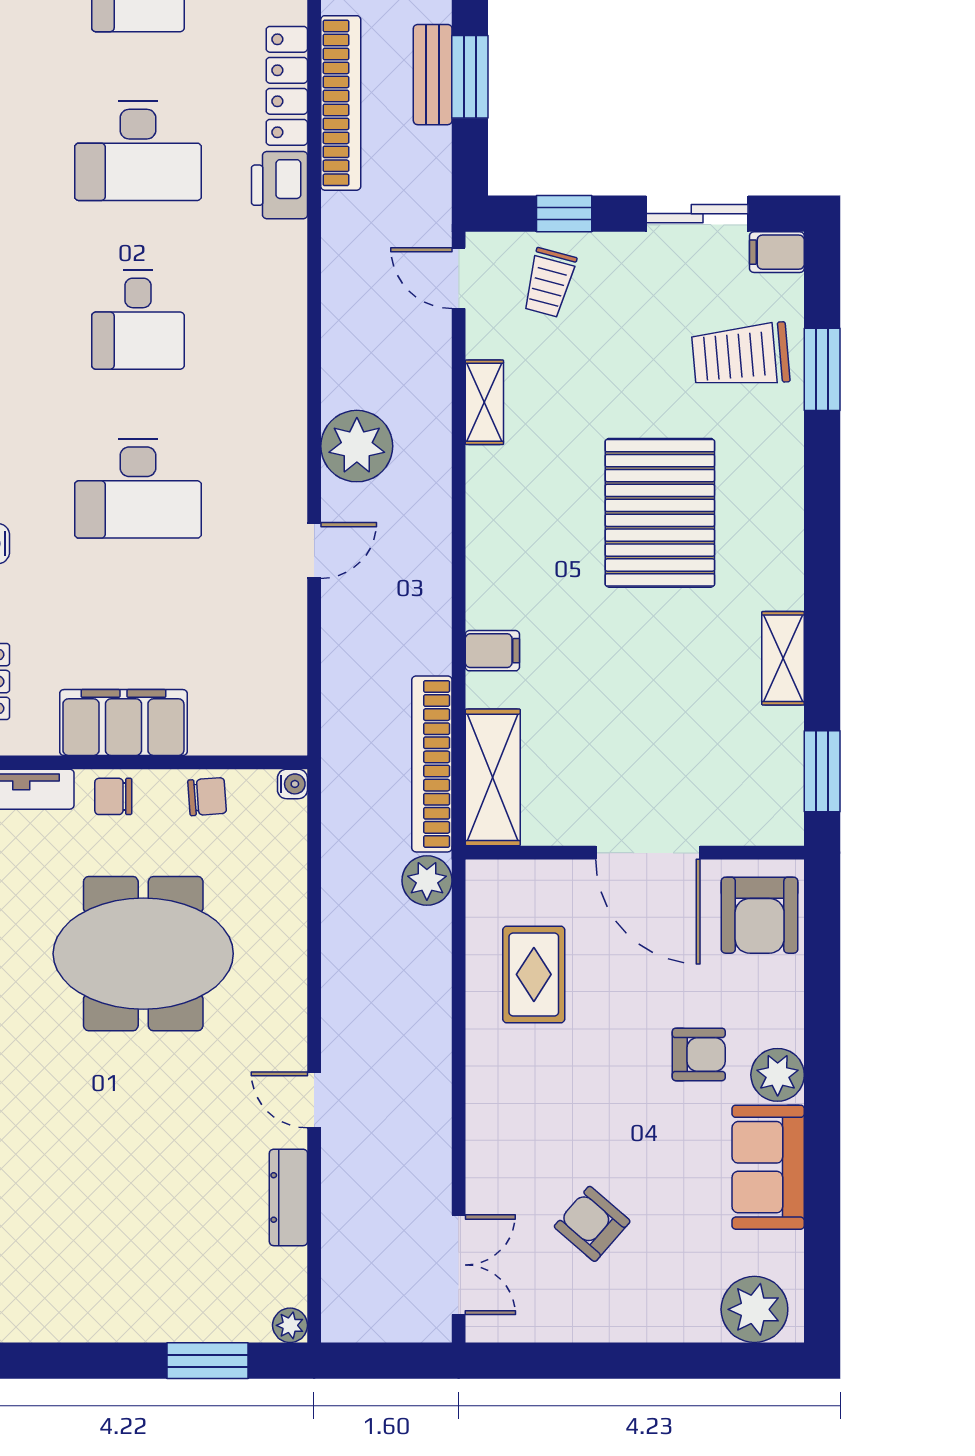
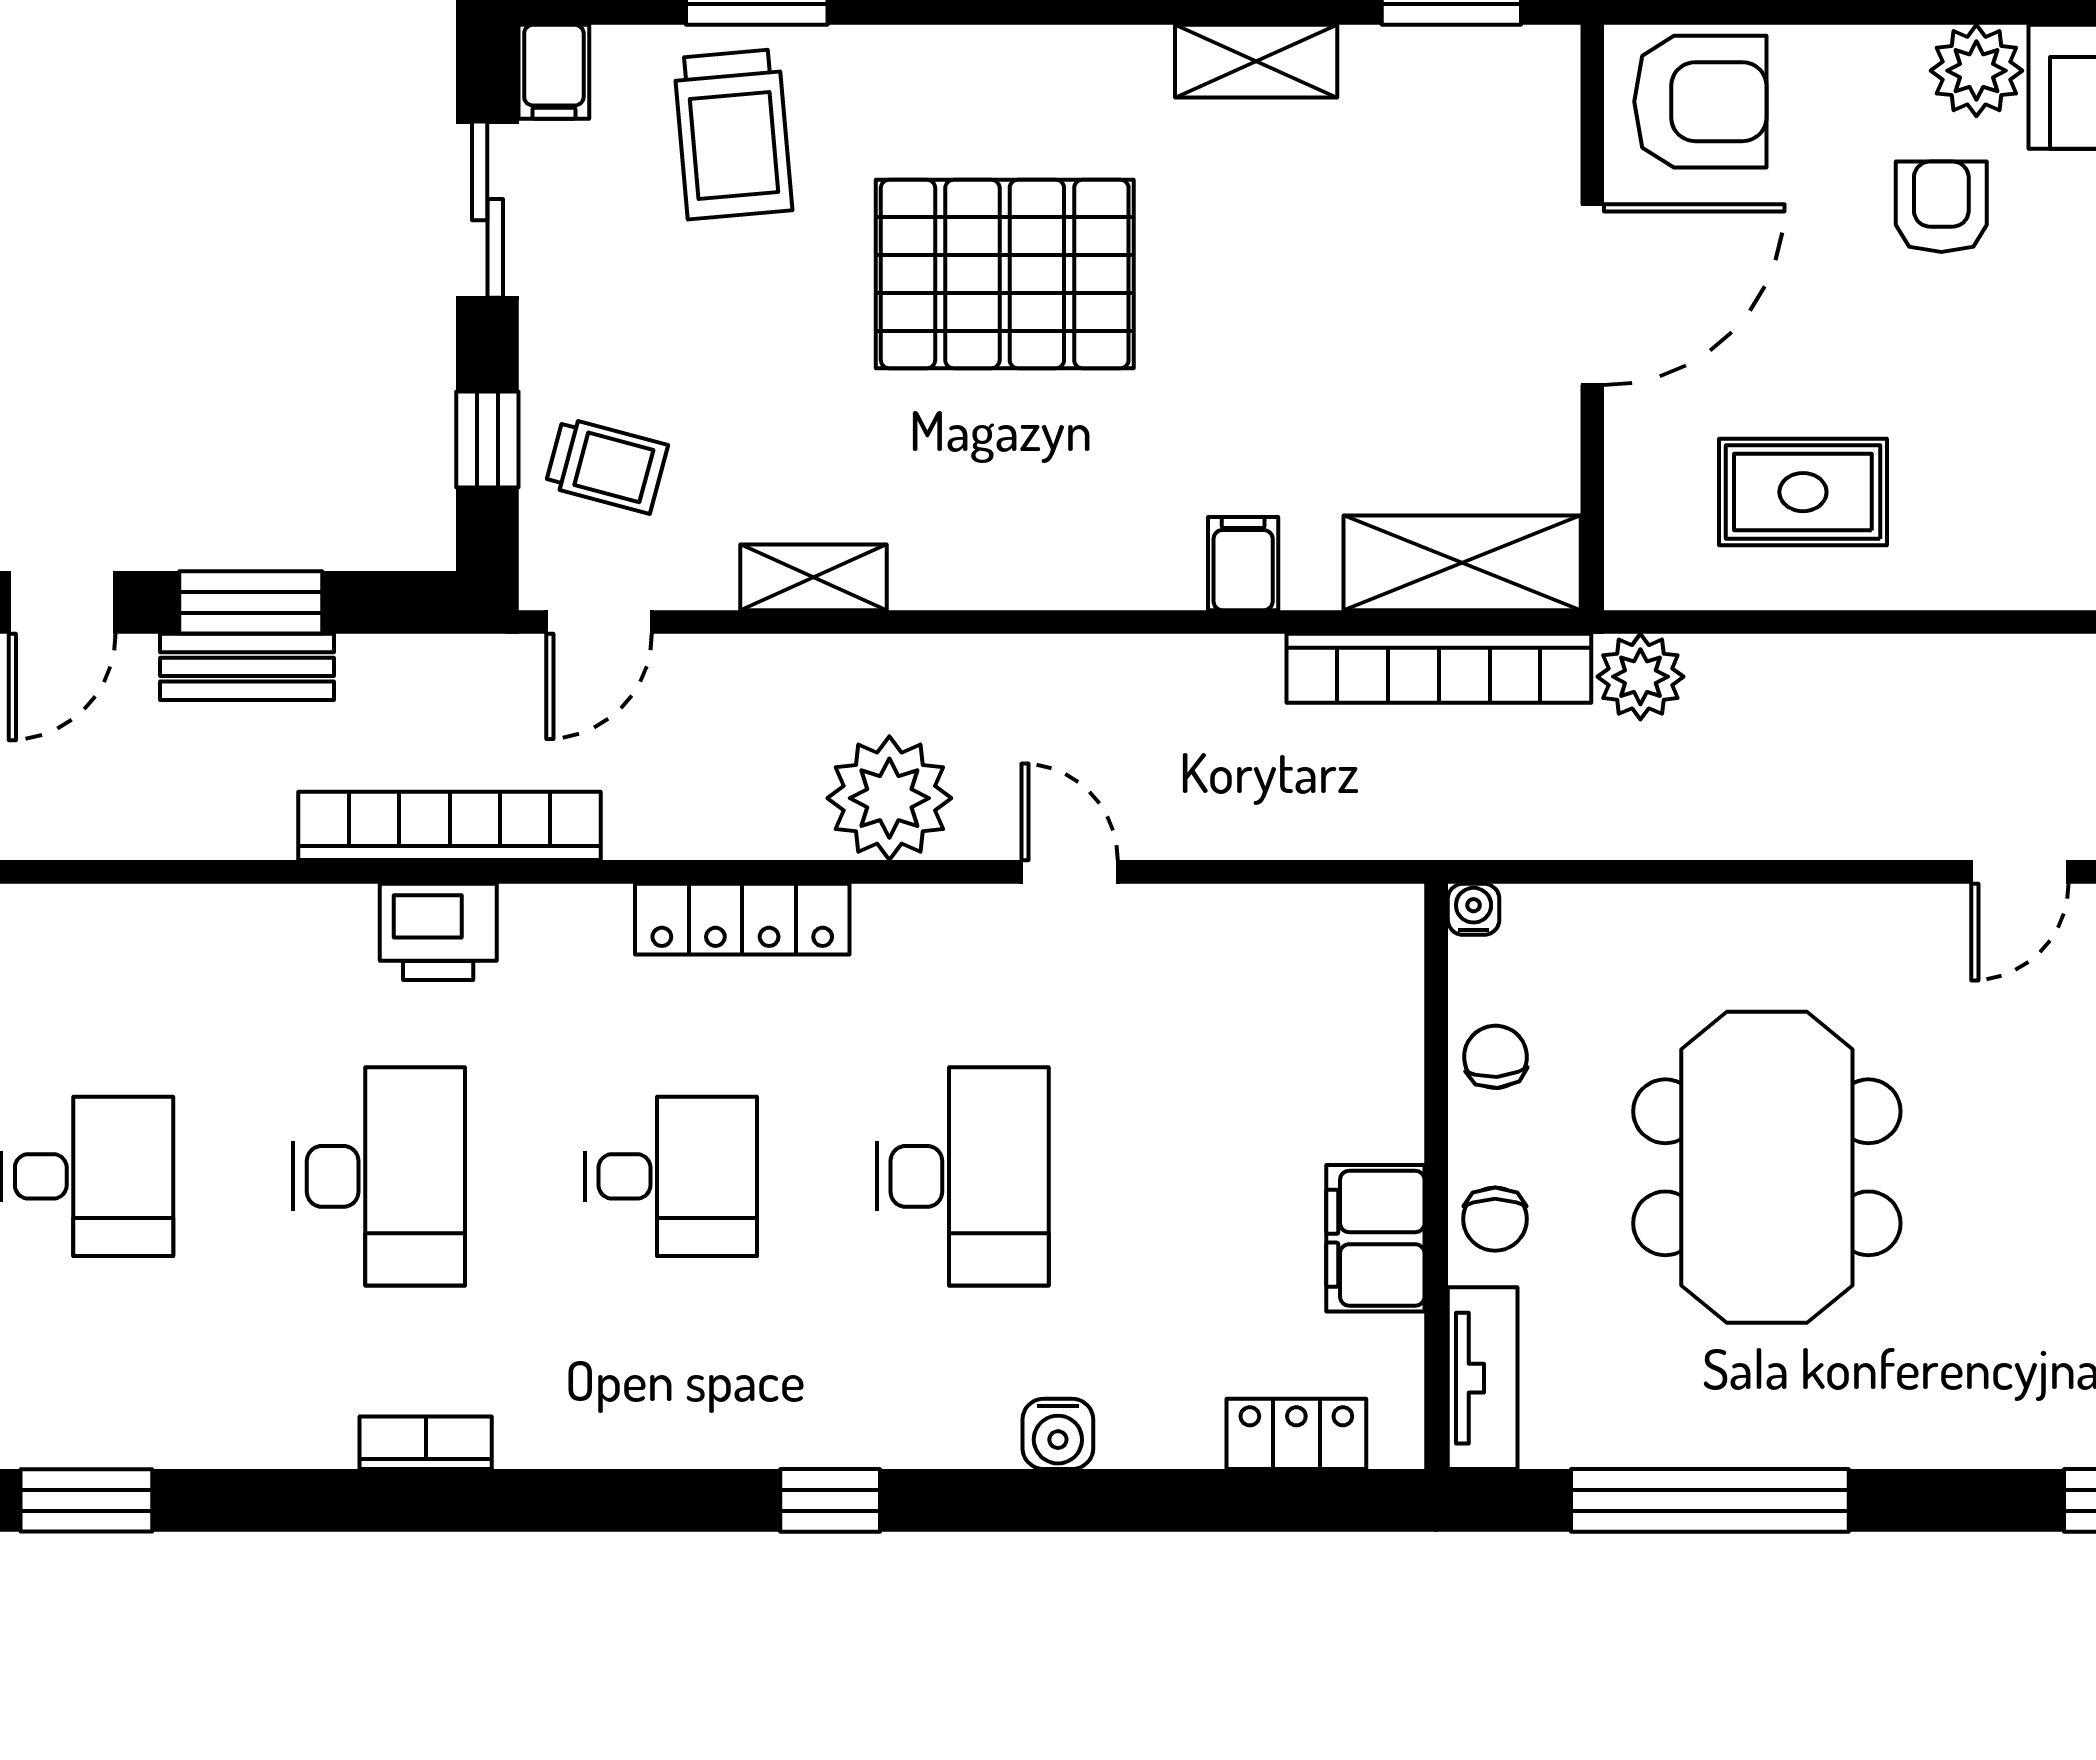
locker: (287, 86) -> (742, 919), moved
bookcase: (341, 103) -> (450, 826), moved
filing cabinet: (123, 723) -> (1375, 1238), width x0.67, depth x0.86

